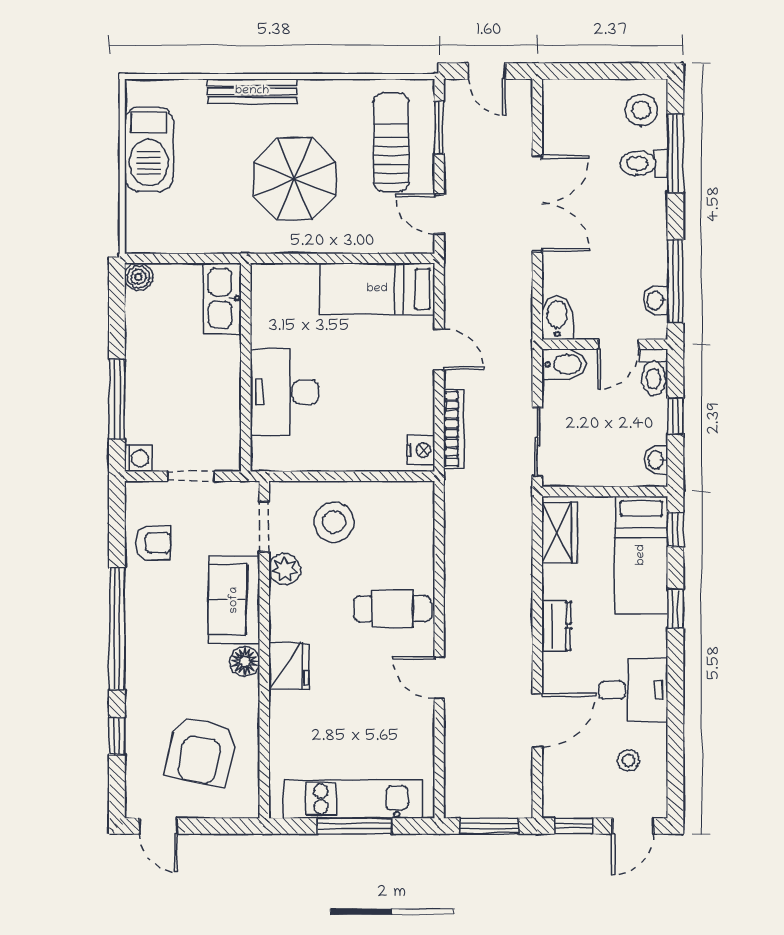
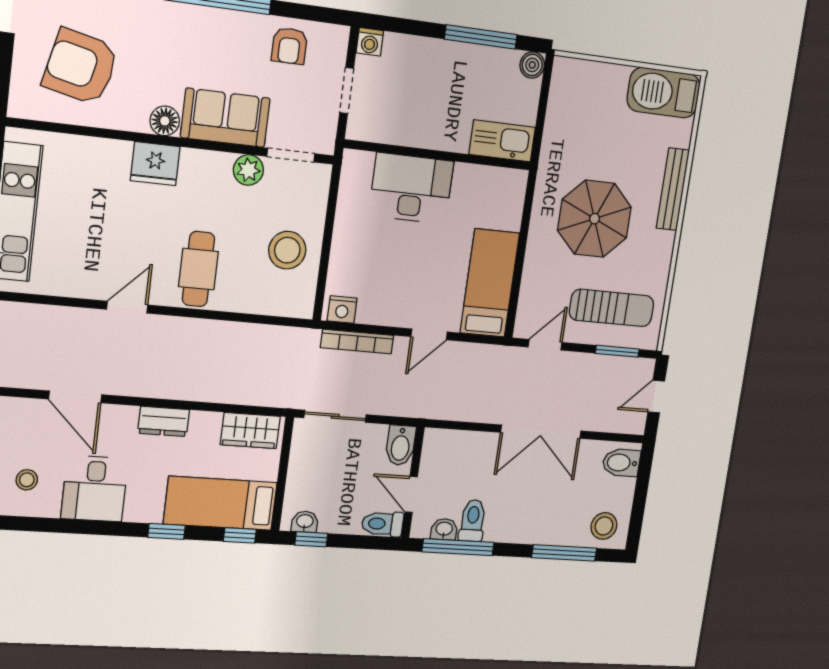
barbecue: (149, 149) -> (664, 93), moved
toilet: (644, 163) -> (473, 521), moved
bidet: (557, 317) -> (621, 463), moved, turned 180
window: (117, 399) -> (481, 37), moved
window: (675, 416) -> (311, 539), moved
stool: (334, 522) -> (287, 250), moved

